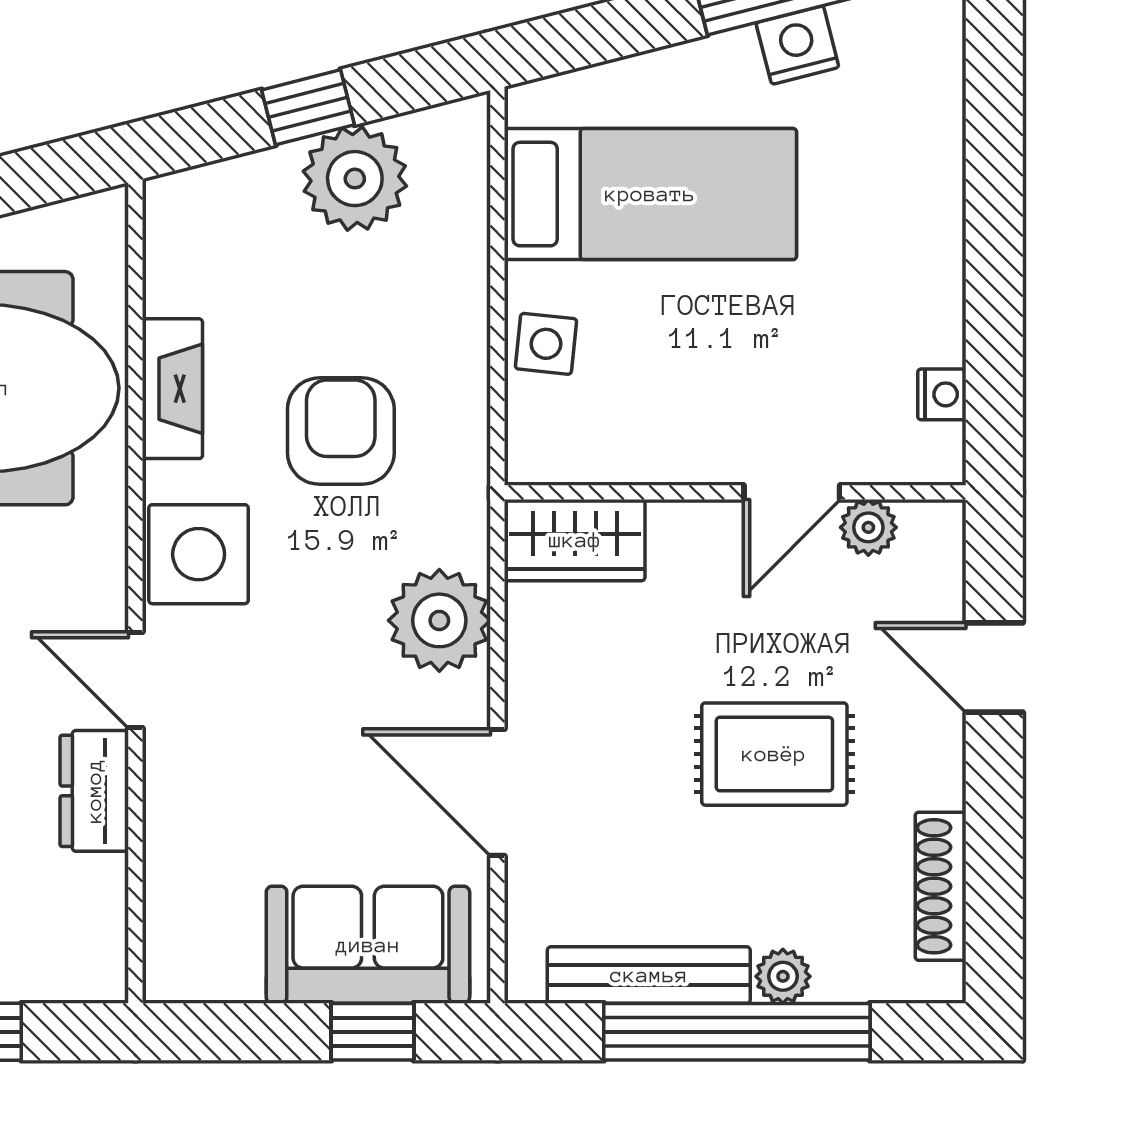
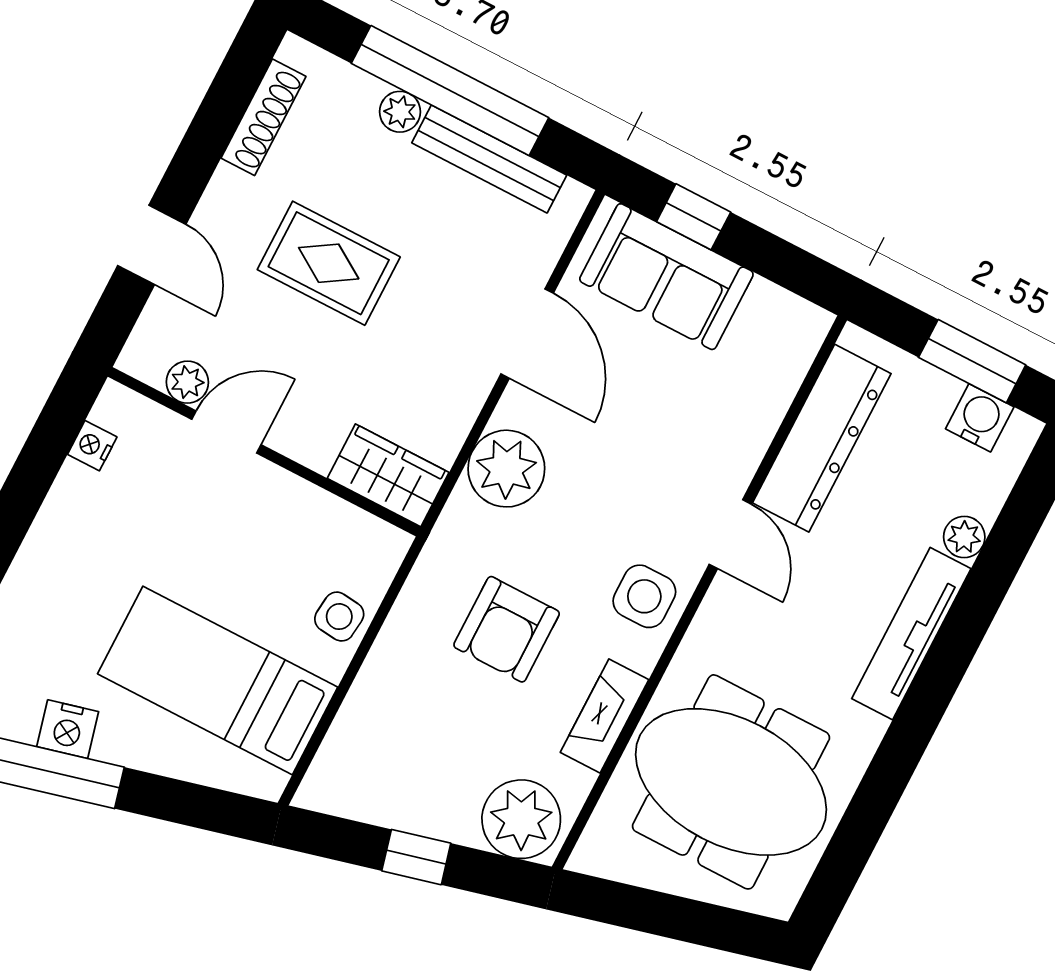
plant: (355, 179) -> (521, 819), moved
side table: (199, 554) -> (644, 596), width x0.73, depth x0.73
dresser: (94, 791) -> (822, 438), width x1.96, depth x1.24

